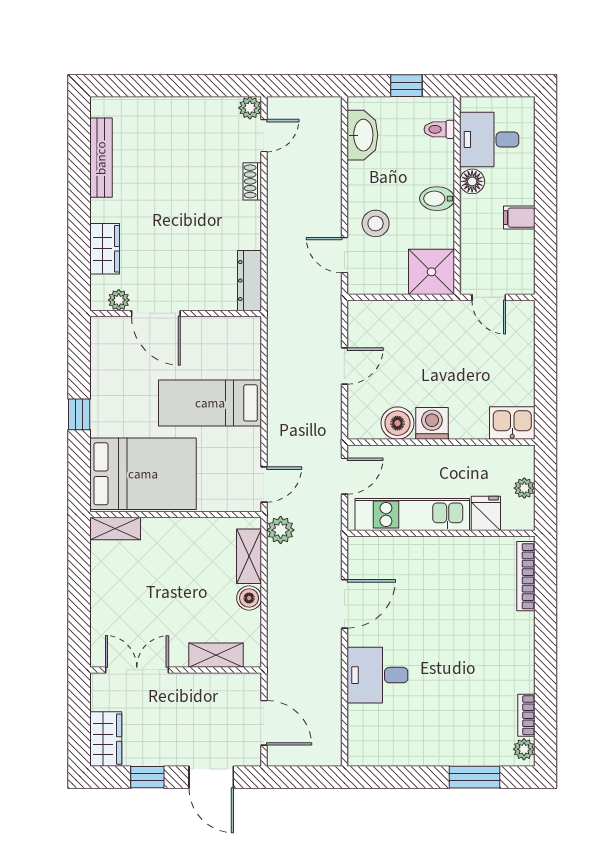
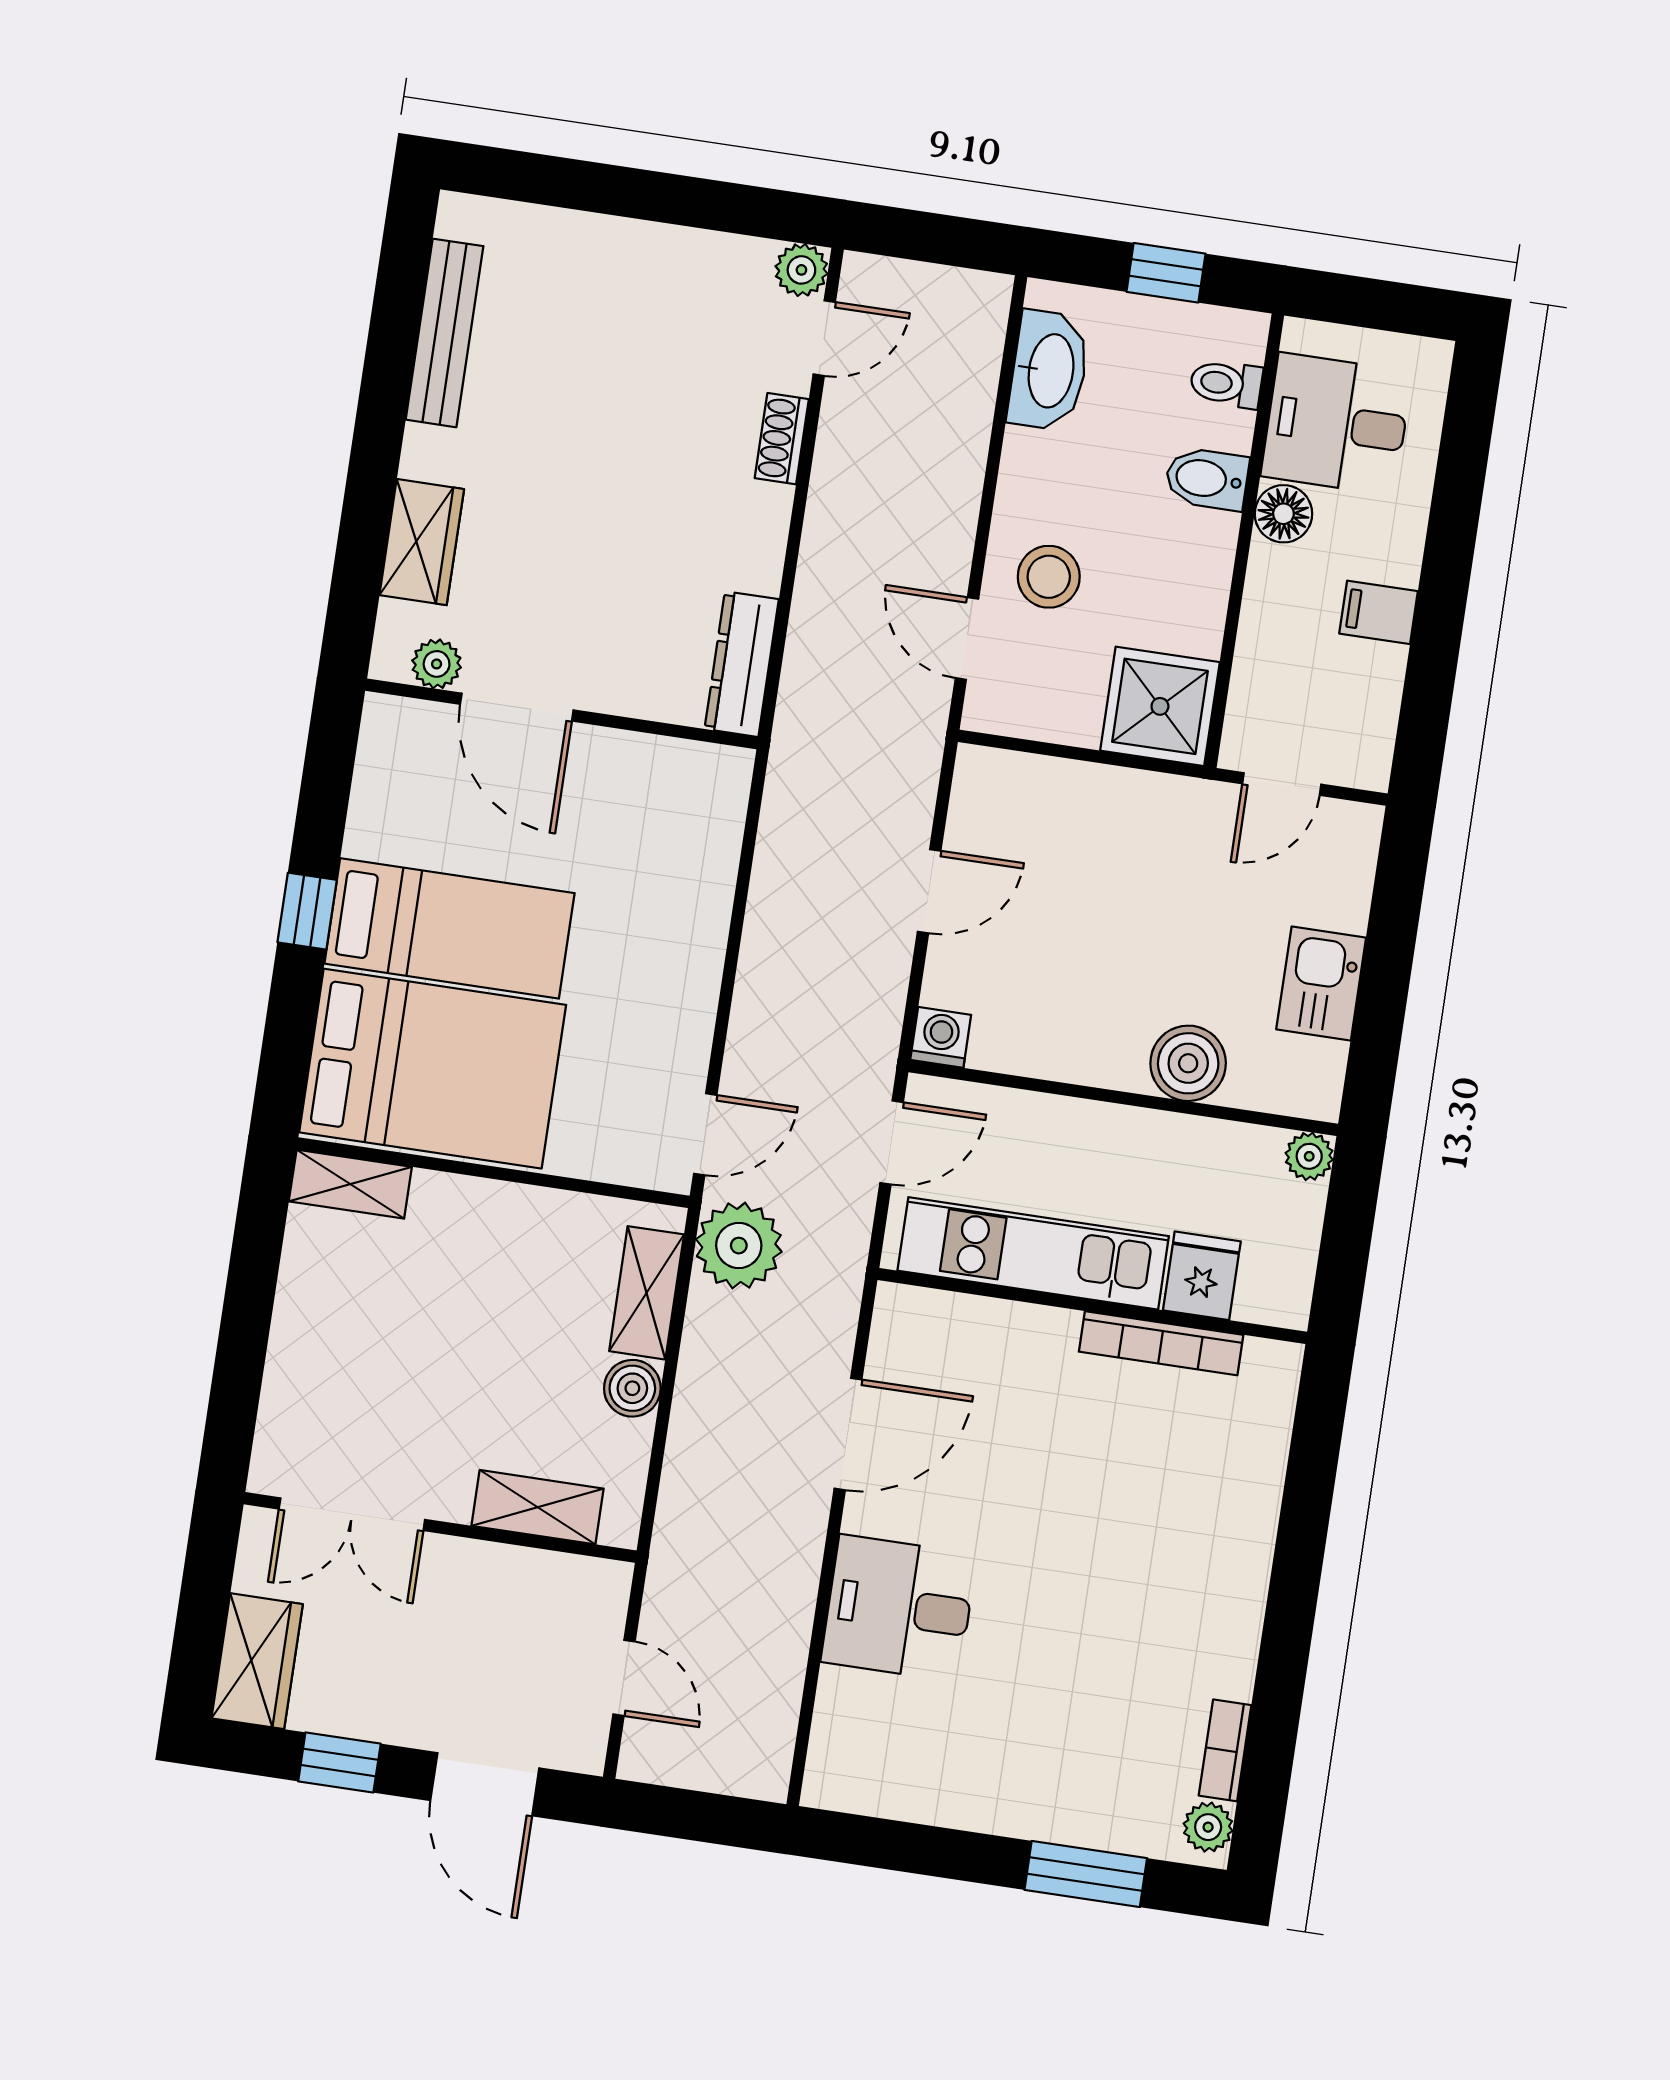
bidet: (437, 199) -> (1207, 479), moved
door: (489, 297) -> (1282, 784), hinge flipped
bed: (210, 403) -> (450, 928), moved, turned 180
boiler: (397, 423) -> (1188, 1063), moved
washing machine: (432, 423) -> (941, 1037), moved, width x0.73, depth x0.73
kitchen sink: (512, 423) -> (1321, 984), moved, turned -90
plant: (524, 488) -> (1309, 1156), moved
plant: (281, 530) -> (739, 1246), width x1.36, depth x1.36
bookcase: (526, 576) -> (1161, 1343), moved, turned -90
double door: (137, 670) -> (352, 1514), swing flipped
door: (264, 723) -> (624, 1678), width x0.73

